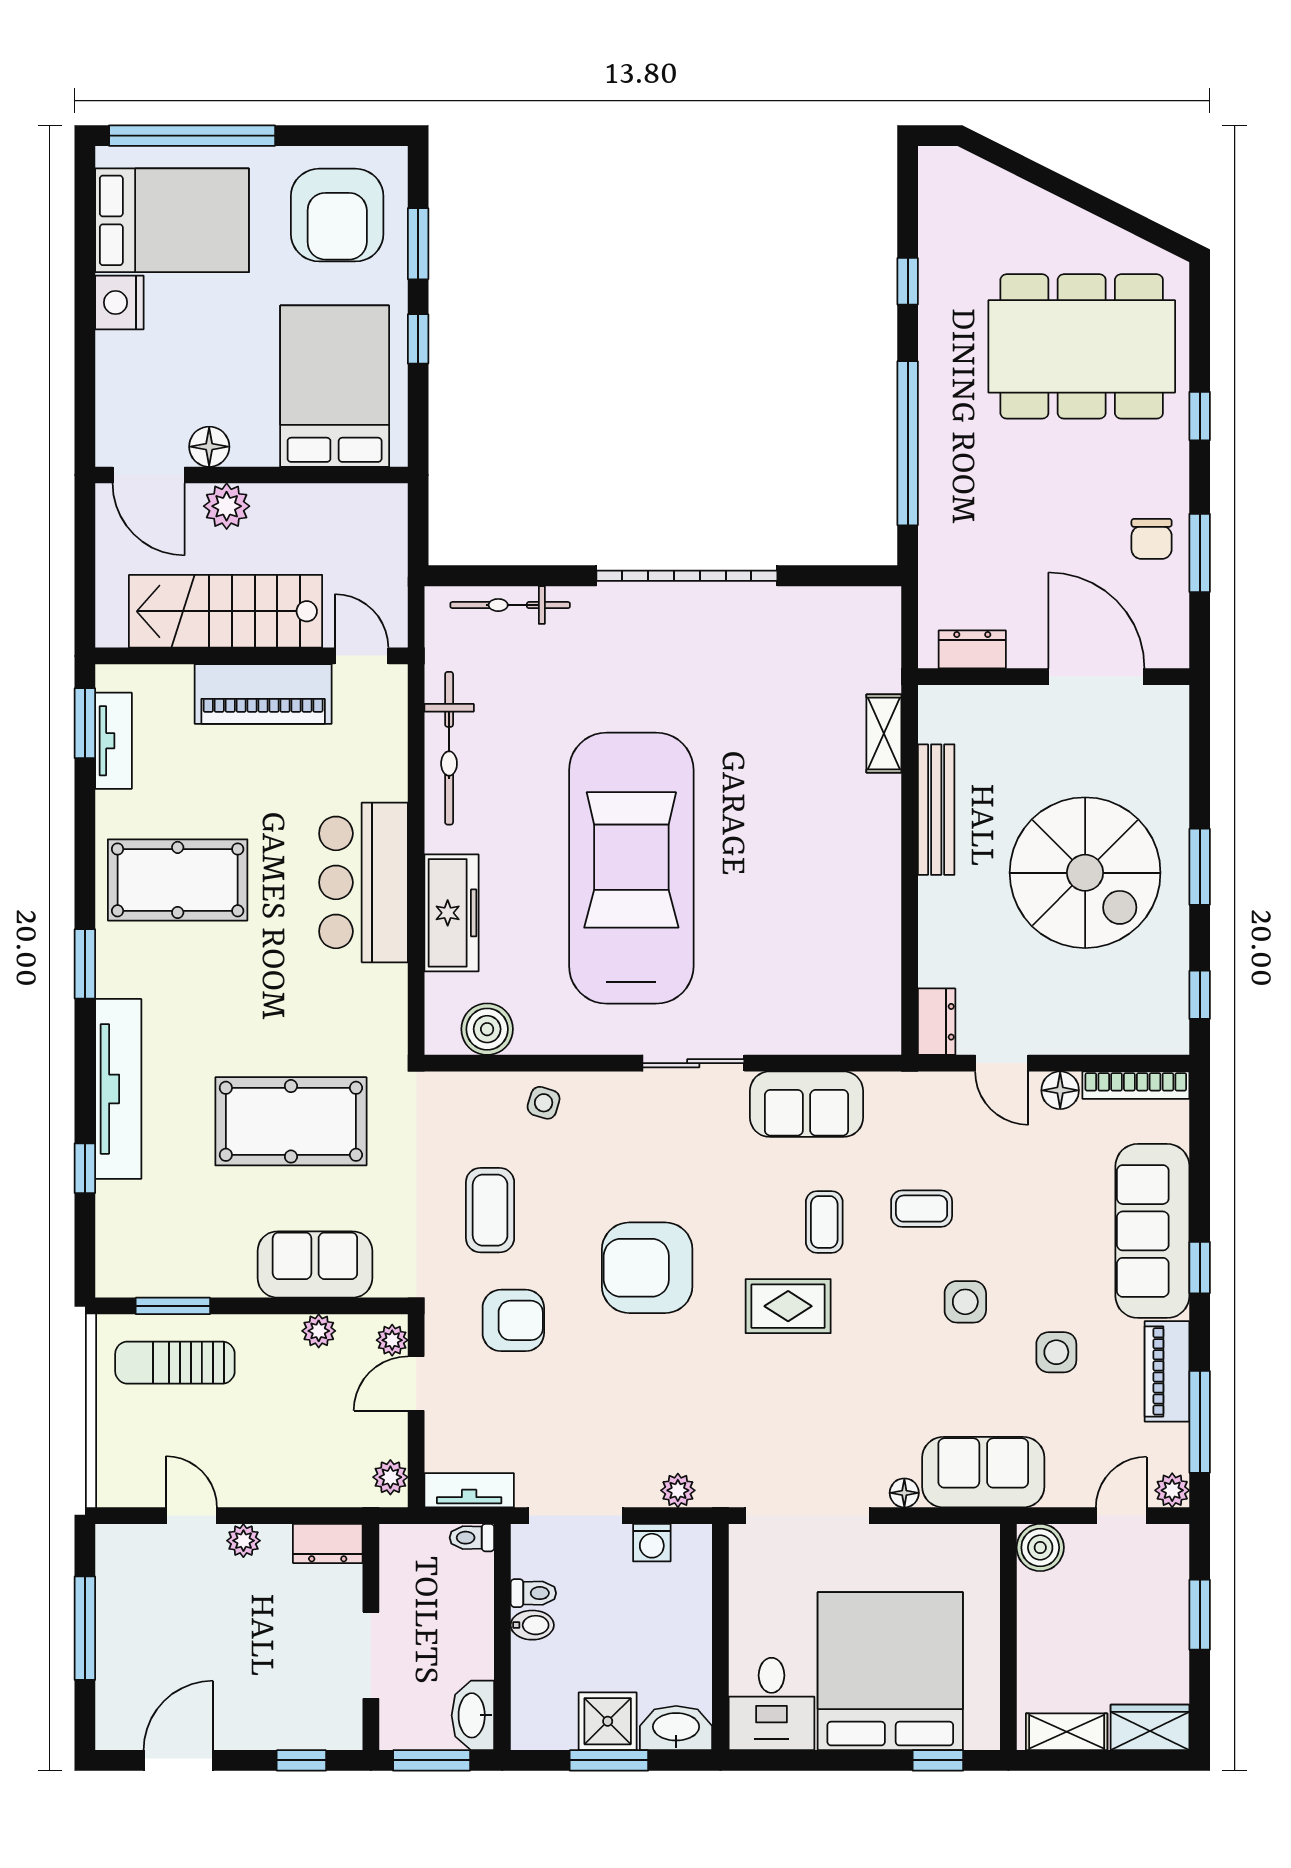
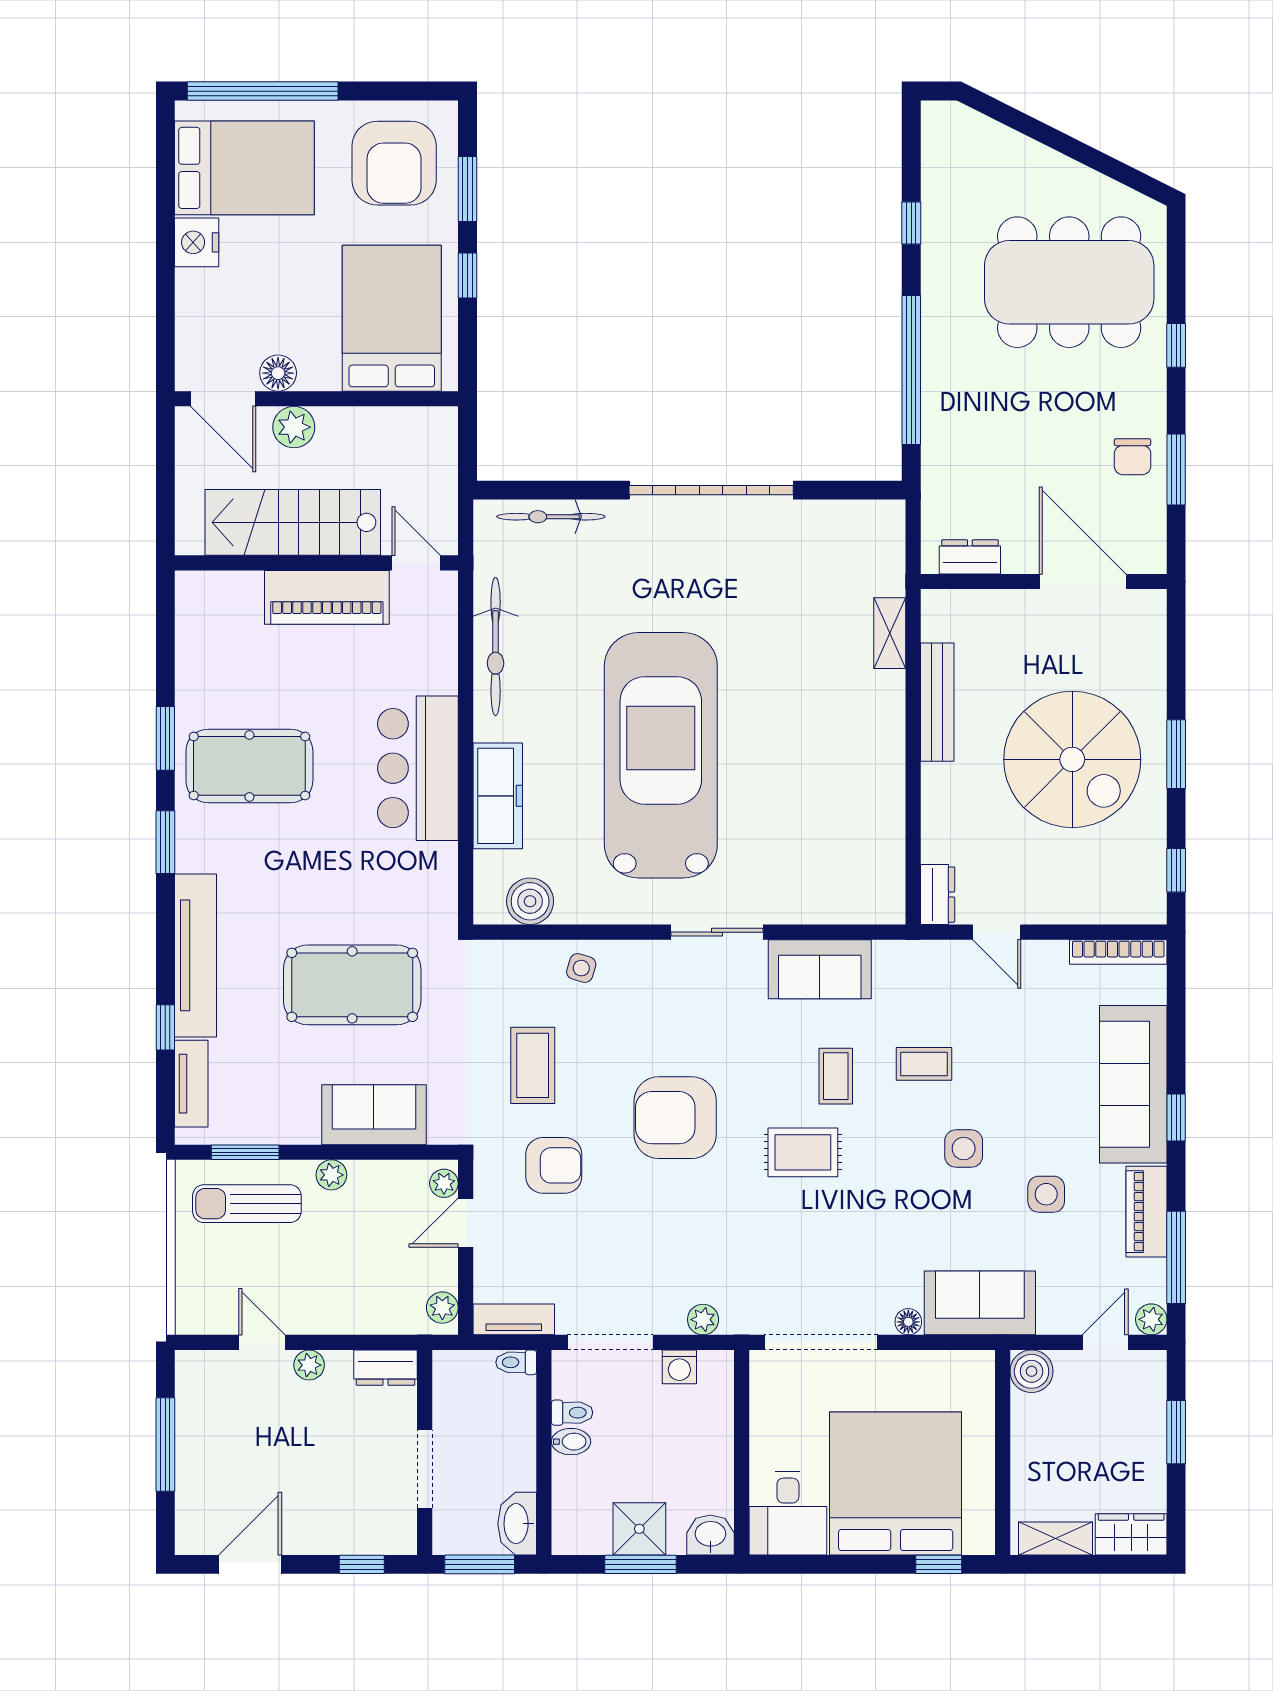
window: (85, 723) -> (165, 738), moved
tv unit: (114, 741) -> (191, 1084), moved
floor lamp: (1060, 1090) -> (1050, 957), removed
plant: (319, 1331) -> (331, 1175), moved
washbasin: (676, 1728) -> (710, 1535), width x0.72

